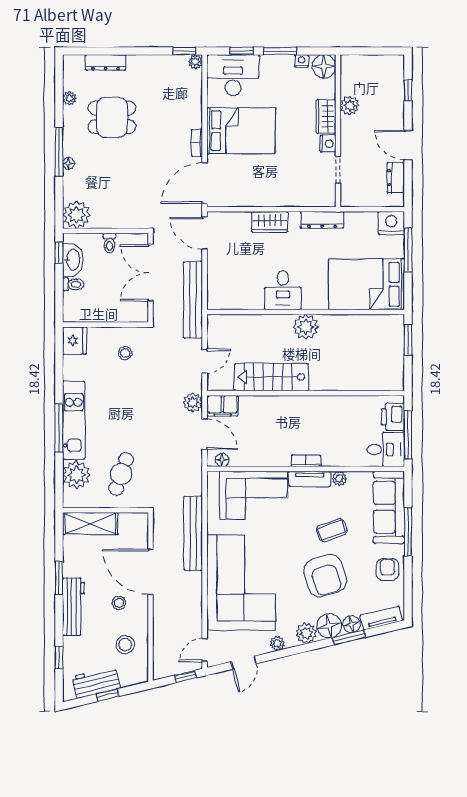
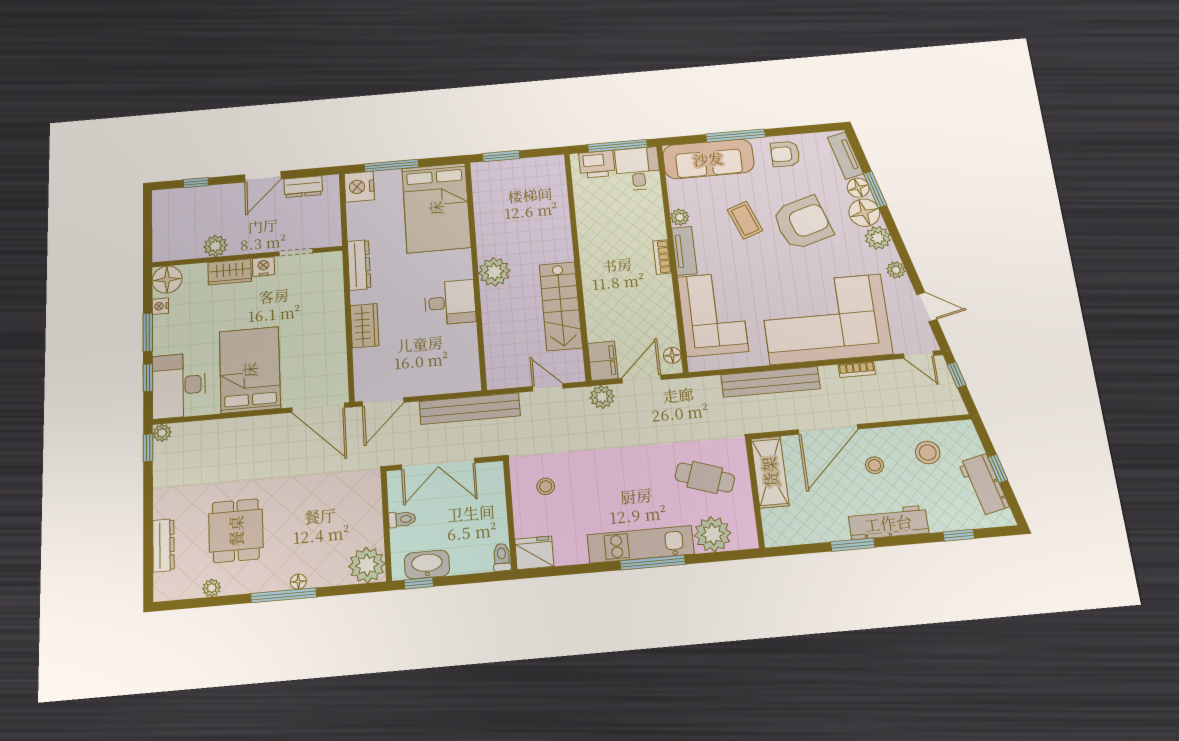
bookcase: (197, 143) -> (857, 369), moved
toilet: (73, 284) -> (502, 557), moved
shelving: (90, 524) -> (770, 472), moved

